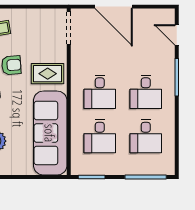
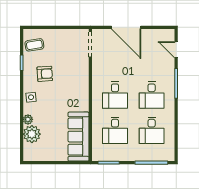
rug: (48, 74) -> (74, 80), removed
sofa: (50, 133) -> (79, 137), width x0.74, depth x0.79

